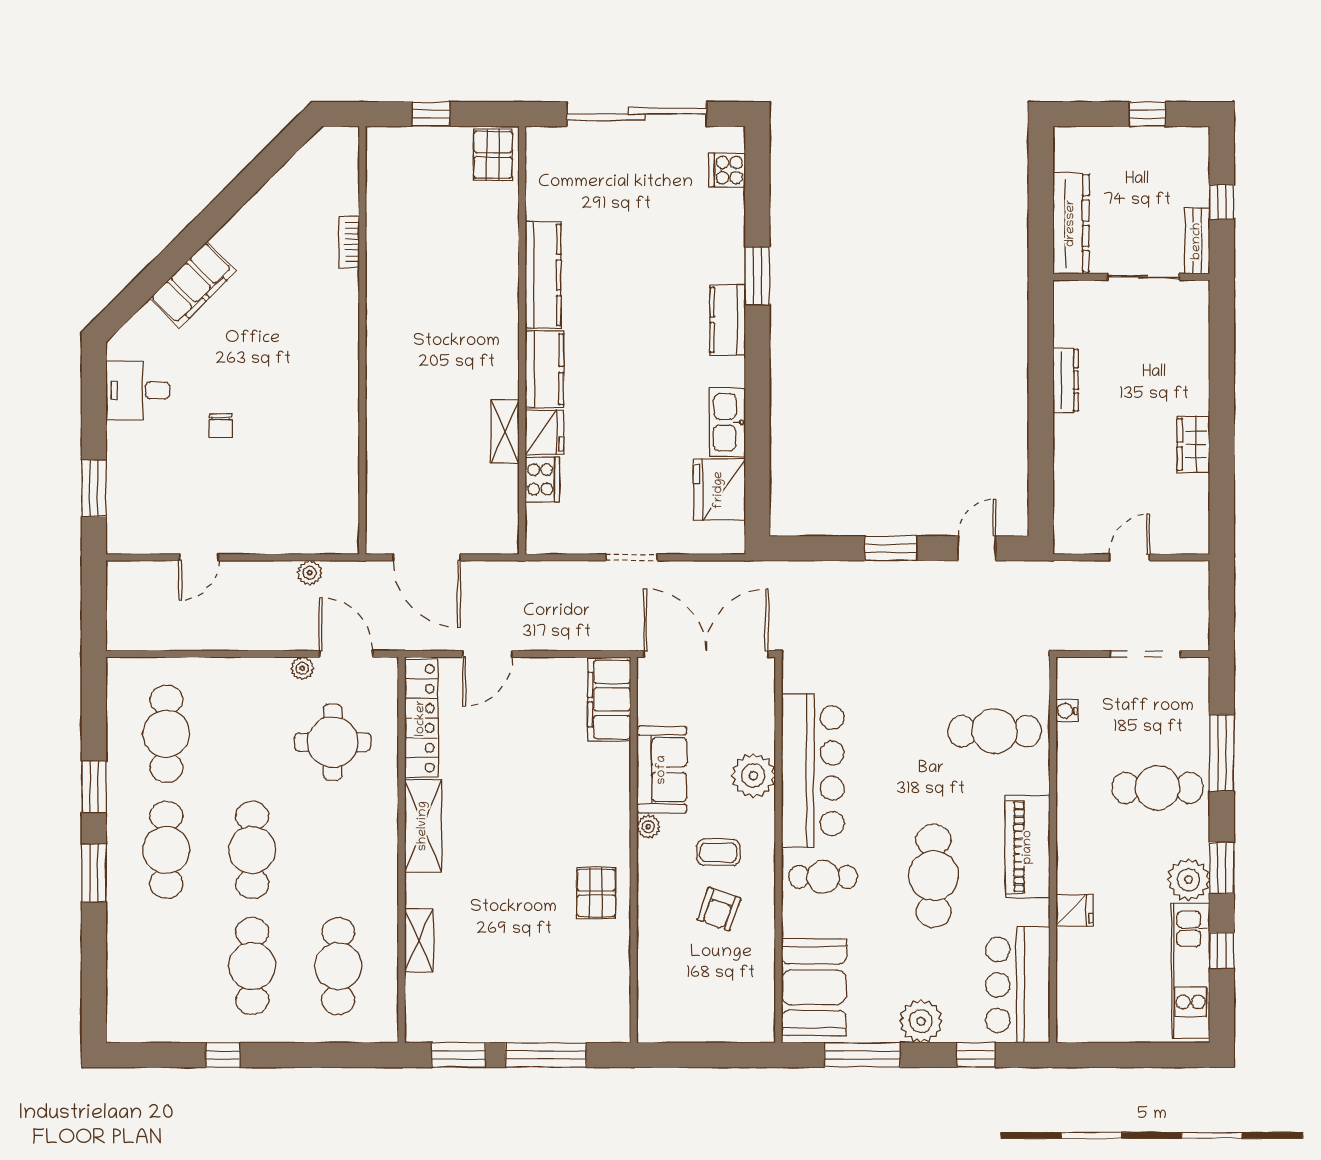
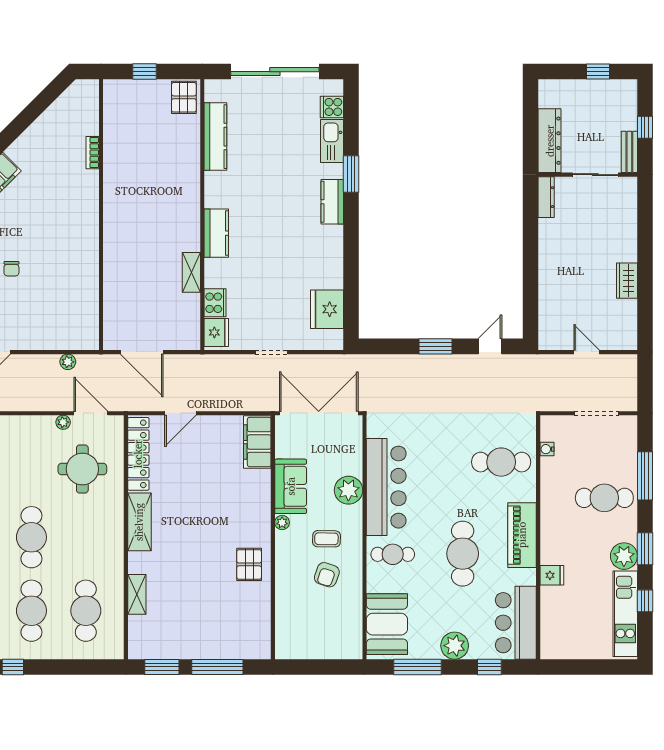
kitchen counter: (543, 275) -> (215, 137), moved
dresser: (1066, 380) -> (546, 197), moved
kitchen sink: (727, 422) -> (332, 141), moved
fridge: (544, 432) -> (216, 332), moved
door: (1129, 557) -> (587, 352), hinge flipped

